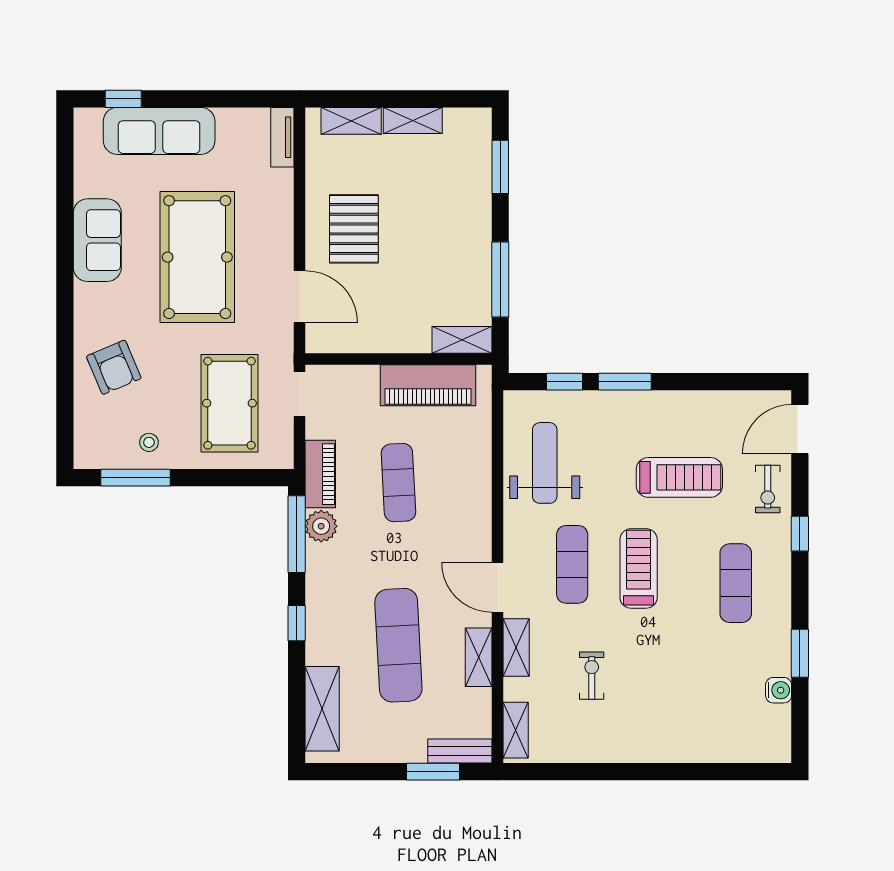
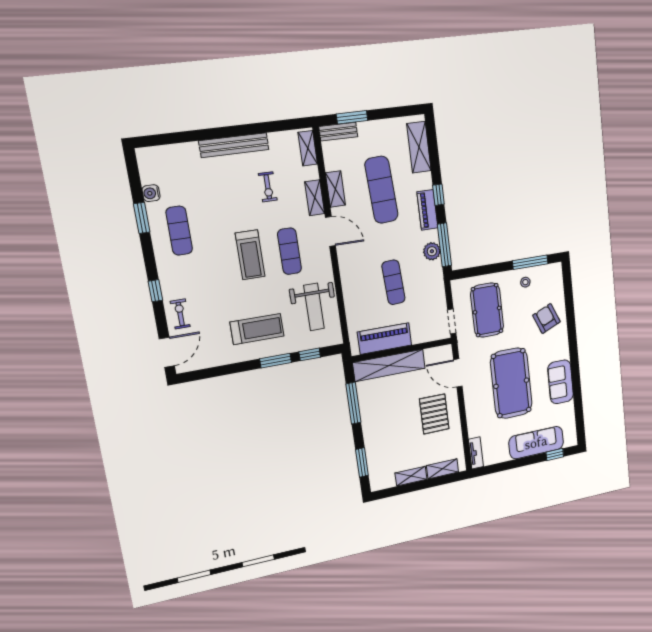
shelving: (462, 340) -> (389, 365), width x2.20, depth x1.33
piano: (320, 474) -> (427, 210), moved
treadmill: (679, 477) -> (257, 329), moved, turned 180
exercise mat: (736, 583) -> (179, 231), moved
bench: (636, 750) -> (234, 145), added

